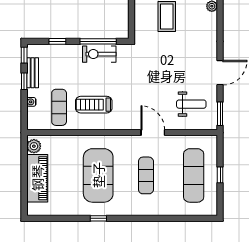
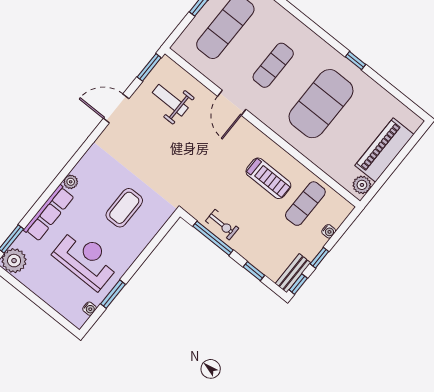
exercise bike: (99, 54) -> (222, 225), width x0.73, depth x0.72
bench: (33, 73) -> (293, 273), moved

